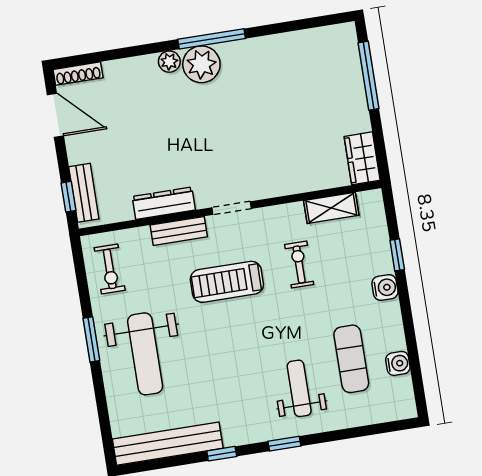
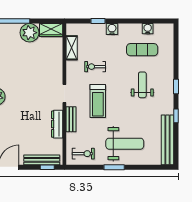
plant: (349, 113) -> (29, 33), added
bench: (84, 193) -> (42, 160), width x1.36
weight bench: (299, 388) -> (142, 85), moved, turned 90

